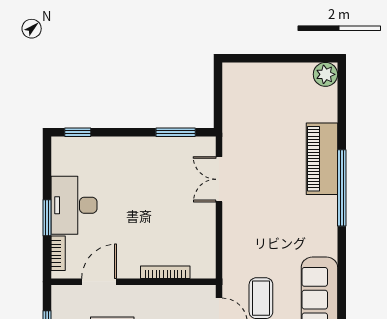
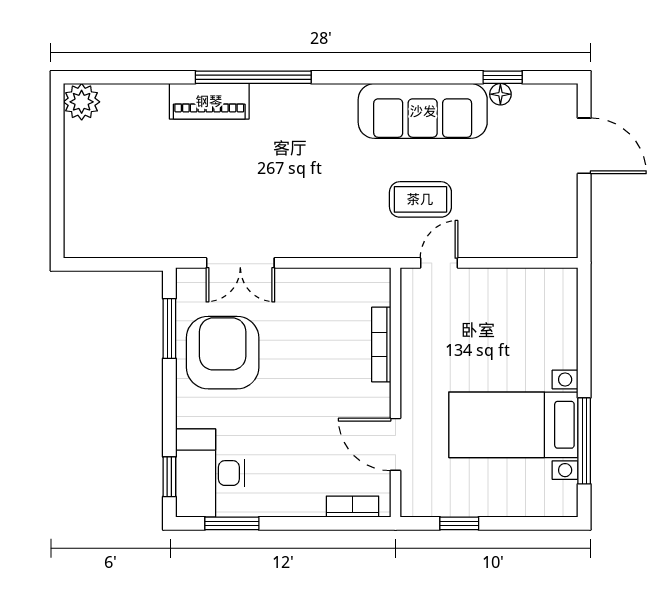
piano: (322, 159) -> (209, 101), width x0.73, depth x0.75
armchair: (160, 168) -> (223, 353), added
desk: (74, 205) -> (210, 473), moved, turned 90
window: (47, 218) -> (232, 523), moved

